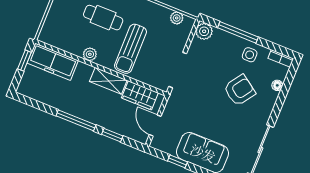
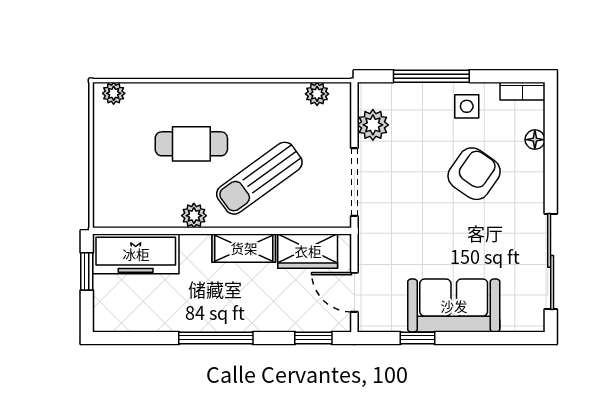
plant: (204, 31) -> (373, 125), moved
sun lounger: (130, 49) -> (259, 178), turned 54
window: (112, 135) -> (313, 338), moved

